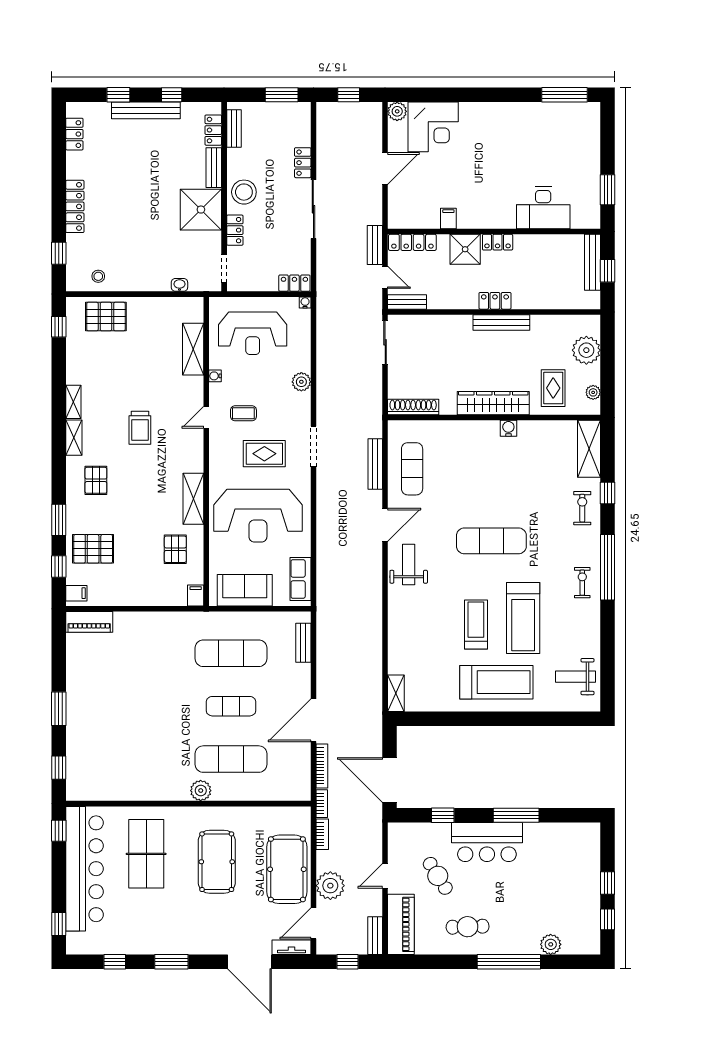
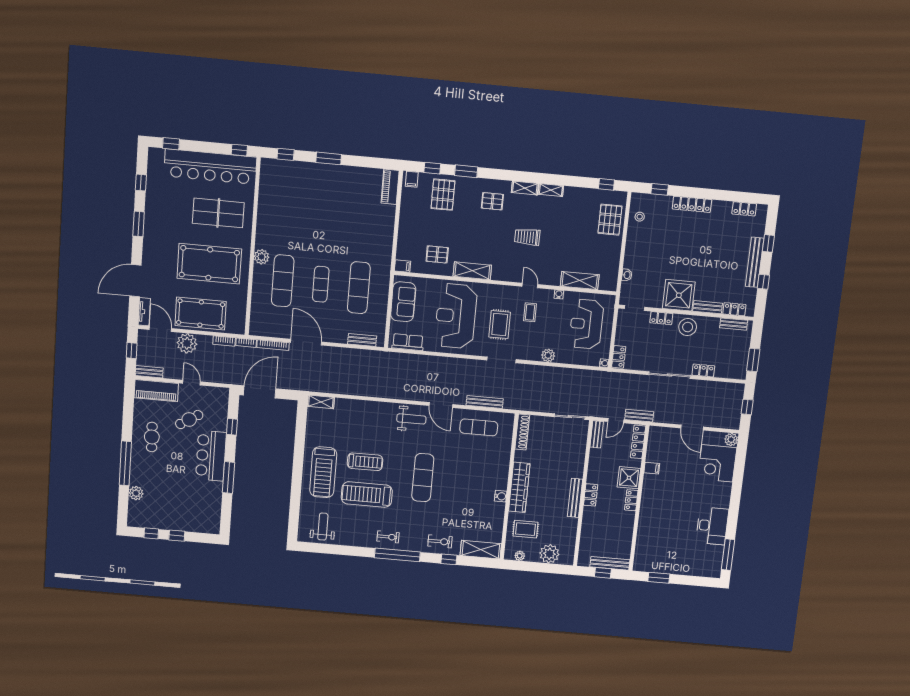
desk: (543, 208) -> (712, 526), moved, turned 180
pool table: (217, 862) -> (209, 264), width x1.36, depth x1.32

